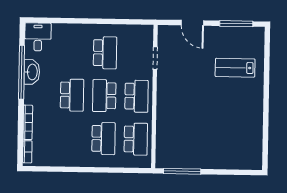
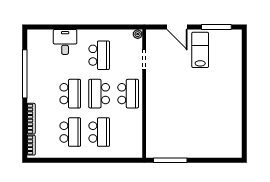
plant: (148, 30) -> (138, 34), added
desk: (38, 37) -> (65, 42), moved
lab bench: (235, 68) -> (200, 50), moved, turned 90
washbasin: (32, 72) -> (34, 74), removed
school desk: (136, 139) -> (70, 132), moved

